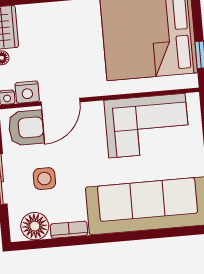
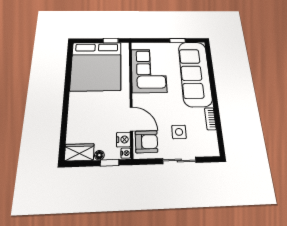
armchair: (26, 128) -> (146, 142), turned 90
floor lamp: (35, 226) -> (209, 140), removed

